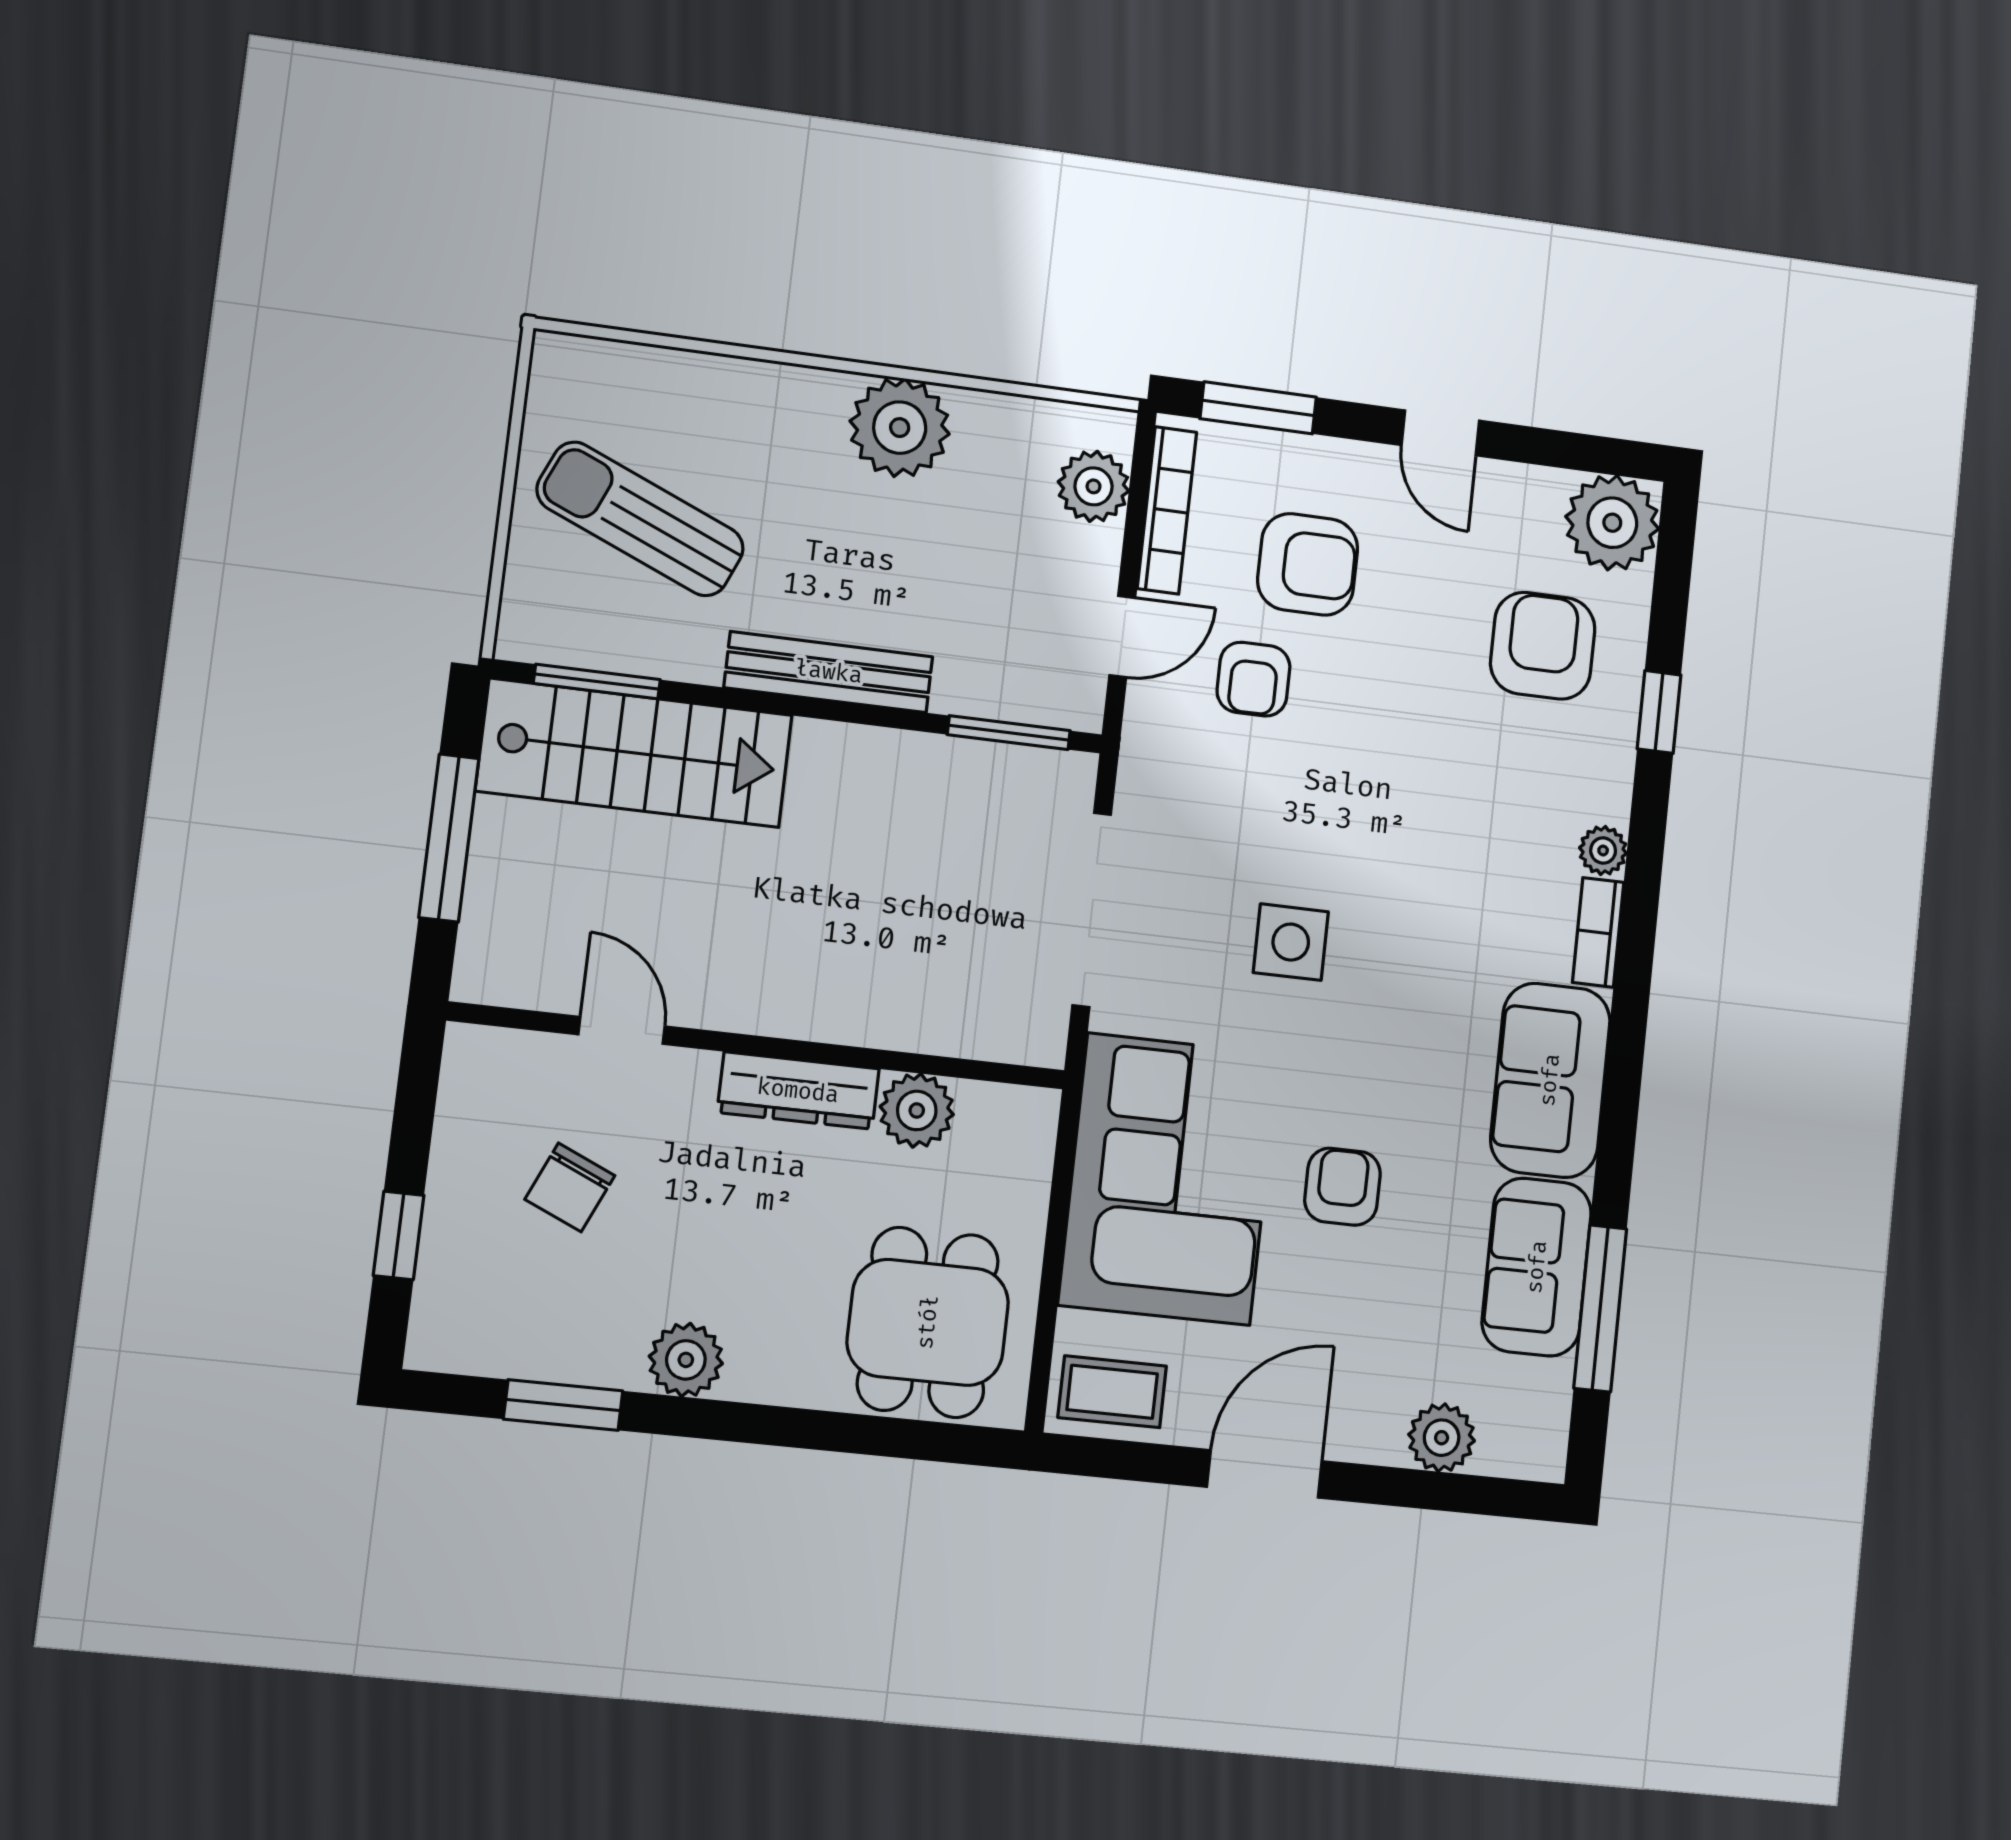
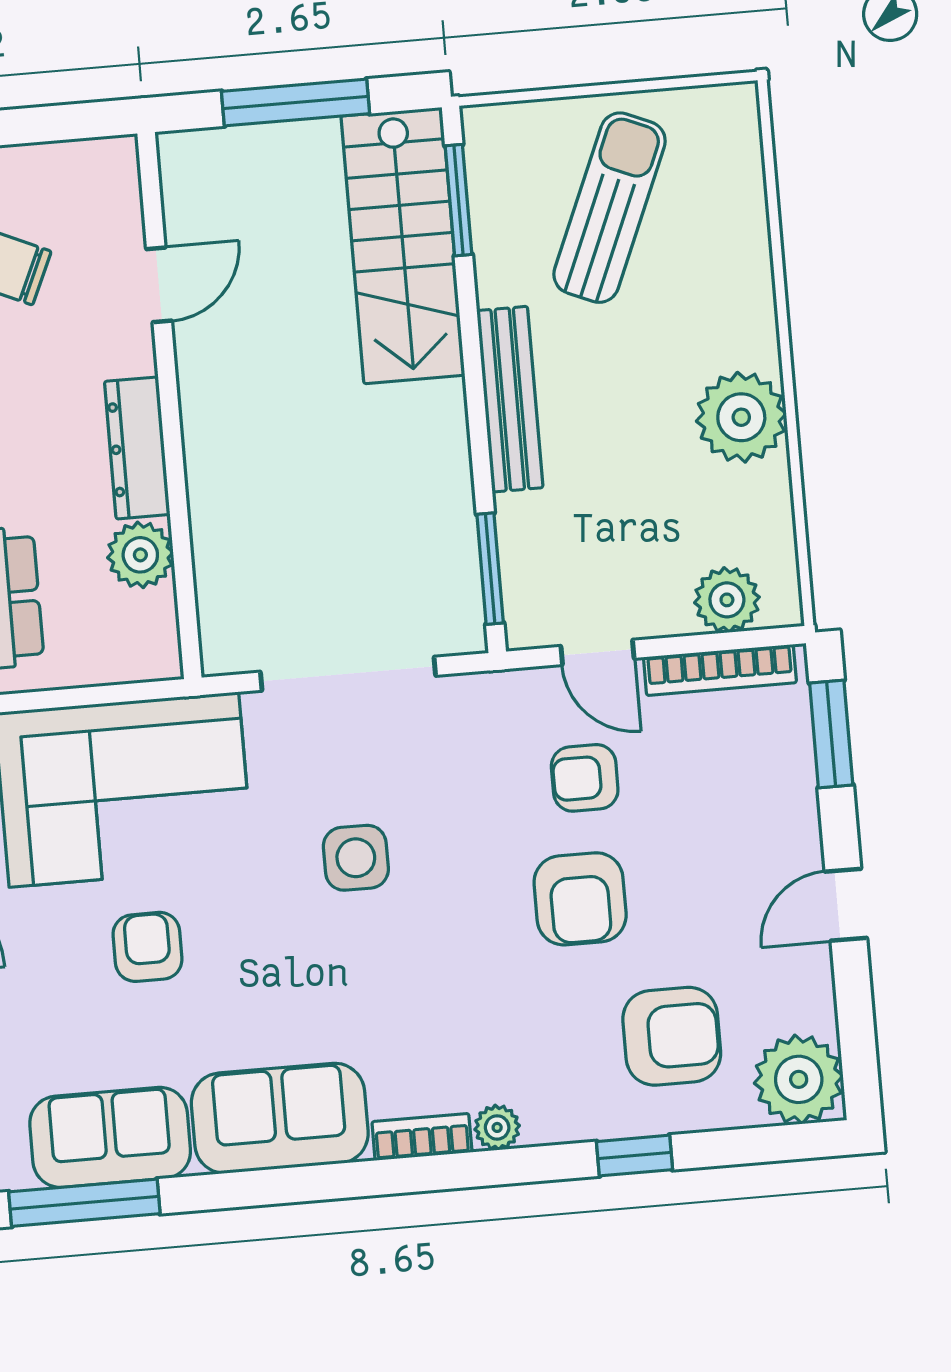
armchair: (1308, 564) -> (580, 899), moved
armchair: (1342, 1187) -> (147, 947), turned -90

